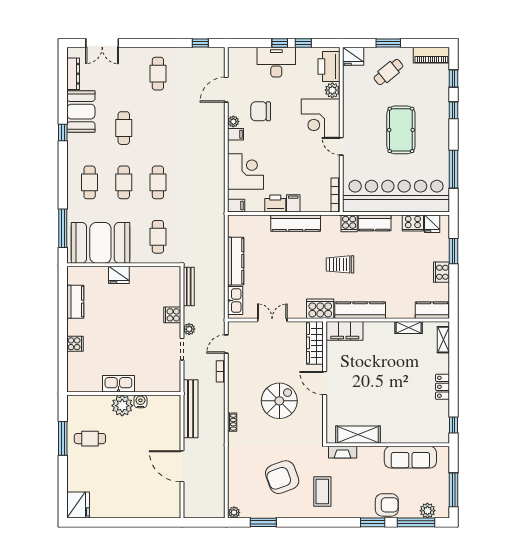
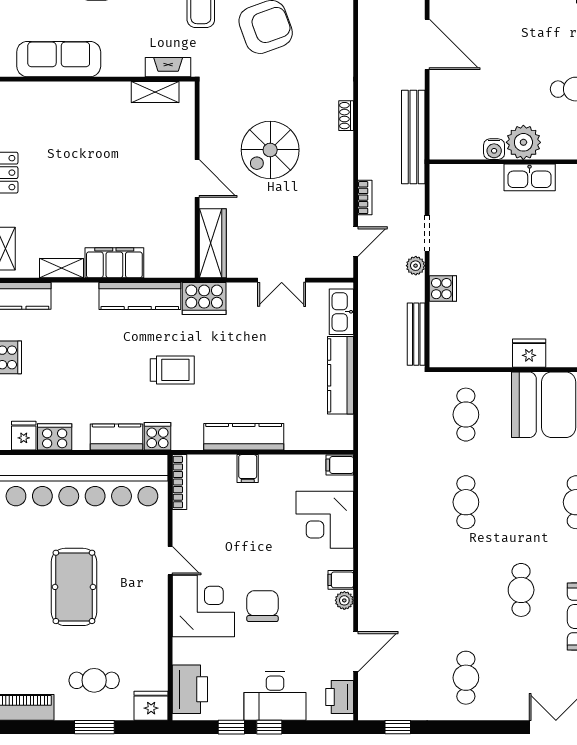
cafe table: (388, 72) -> (94, 680), turned 39
plant: (332, 90) -> (185, 651), removed
chair: (261, 111) -> (263, 606), moved, turned -90
cafe table: (124, 182) -> (521, 502), removed
printer: (275, 204) -> (340, 697), moved, turned 90
filing cabinet: (345, 331) -> (114, 263), moved
shelving: (358, 435) -> (155, 92), width x0.67, depth x0.75

